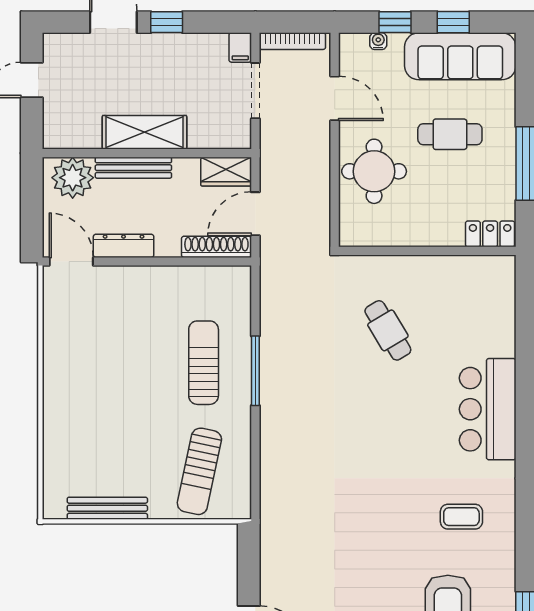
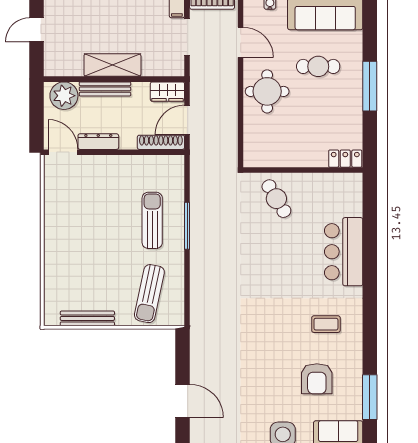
locker: (490, 234) -> (345, 159), moved
wall: (427, 251) -> (303, 170), moved

